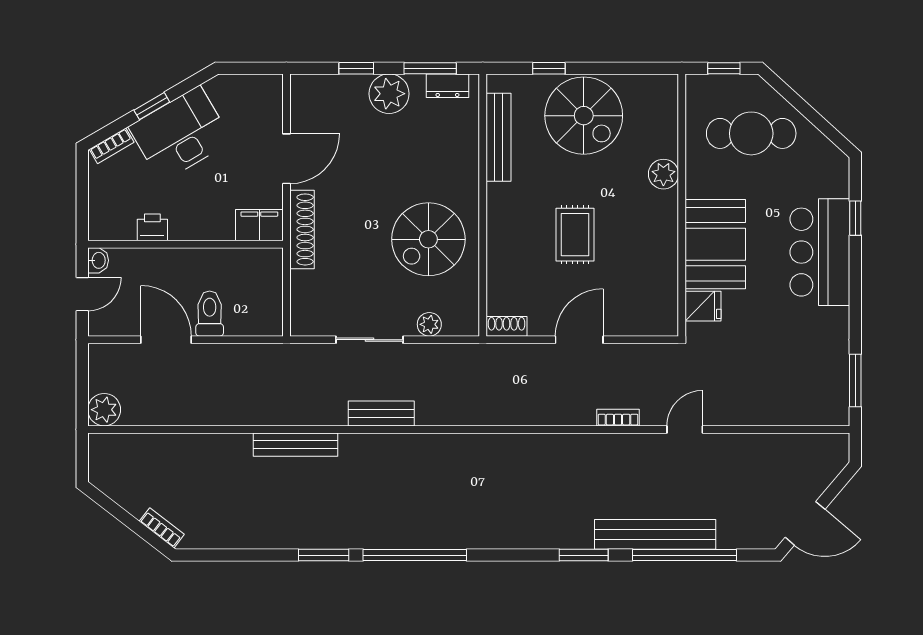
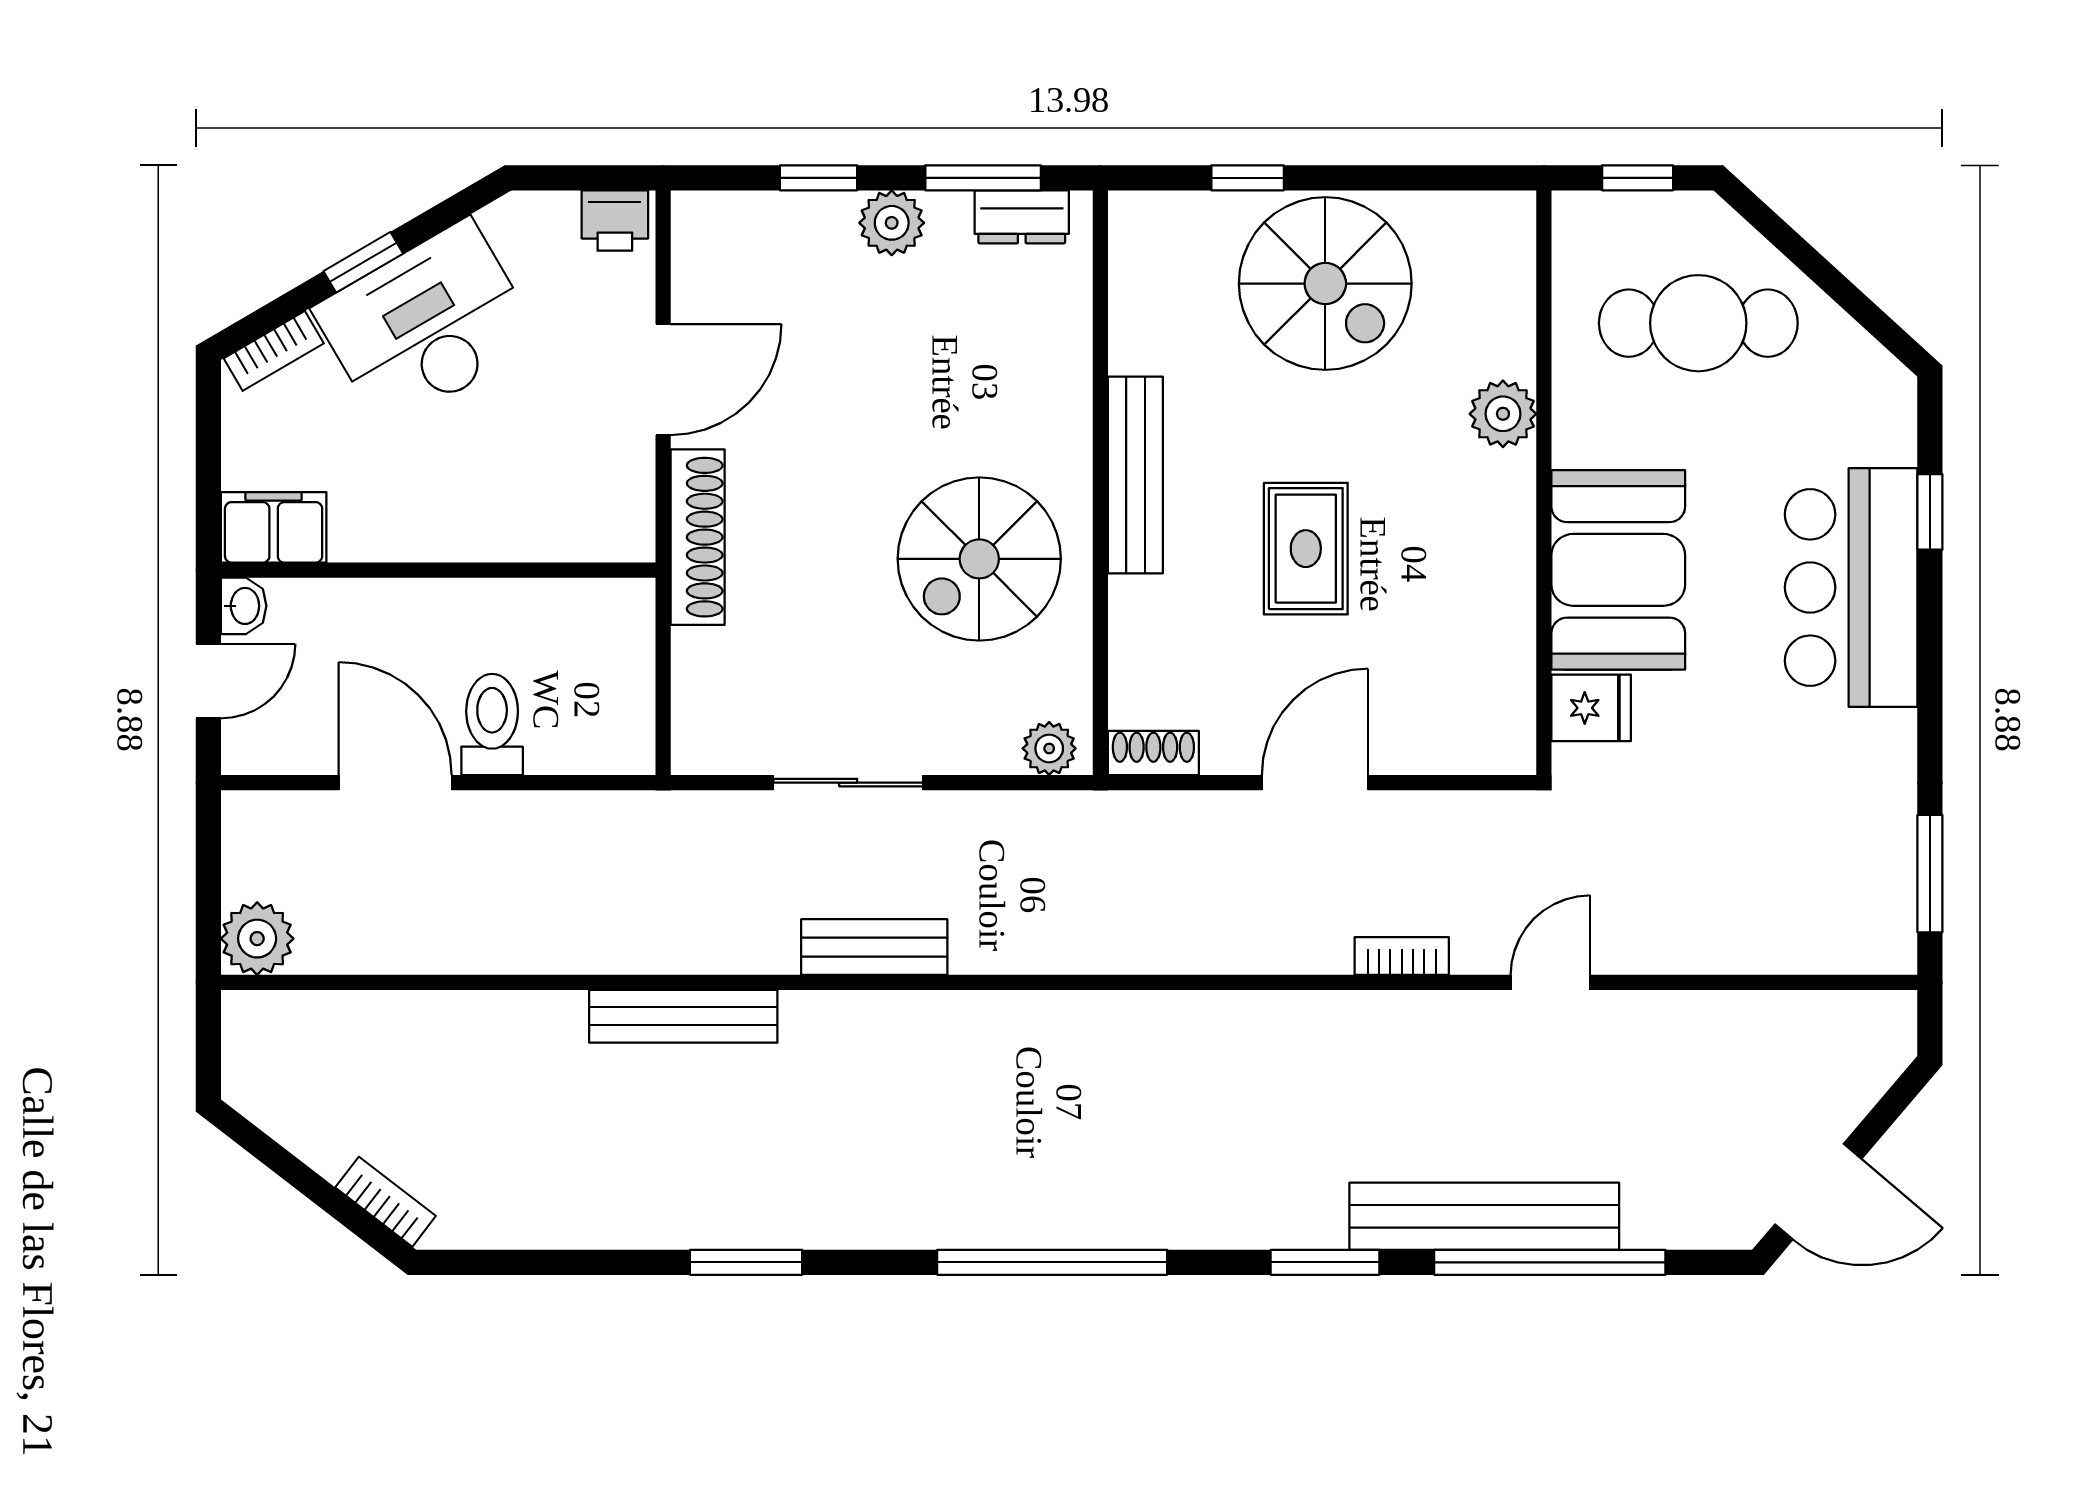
plant: (389, 94) -> (892, 223), width x0.73, depth x0.73
bench: (498, 137) -> (1135, 475), moved
filing cabinet: (259, 225) -> (274, 527), moved
printer: (152, 227) -> (615, 221), moved, turned 180
plant: (429, 324) -> (1049, 748), moved
window: (415, 555) -> (1052, 1262), moved

